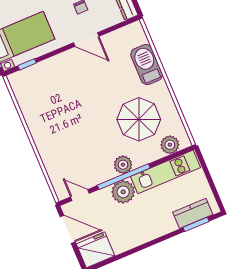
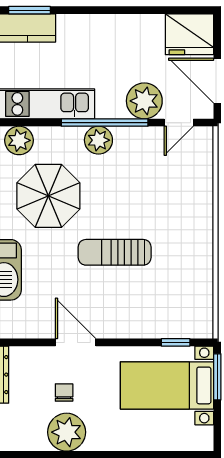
sun lounger: (86, 102) -> (115, 252), added
plant: (123, 192) -> (144, 101), moved
door: (80, 195) -> (179, 123), hinge flipped

